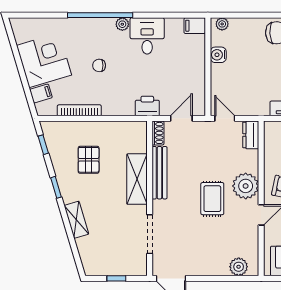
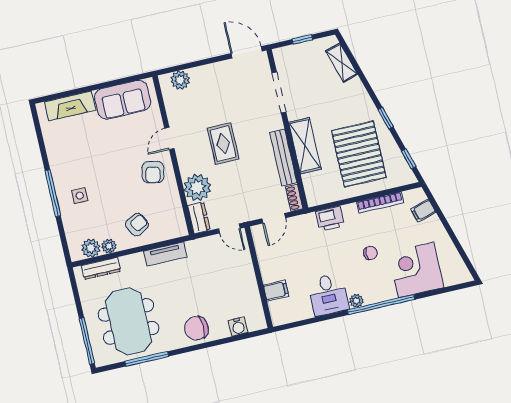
plant: (222, 24) -> (254, 324), removed
filing cabinet: (195, 26) -> (276, 291), moved
water cooler: (218, 55) -> (238, 327), moved, turned 90
corner desk: (44, 60) -> (416, 270), moved, turned 107
printer: (147, 106) -> (330, 219), moved
pallet: (89, 160) -> (359, 154), width x2.05, depth x2.00
plant: (246, 186) -> (197, 187), moved
shelving: (76, 220) -> (342, 63), moved

